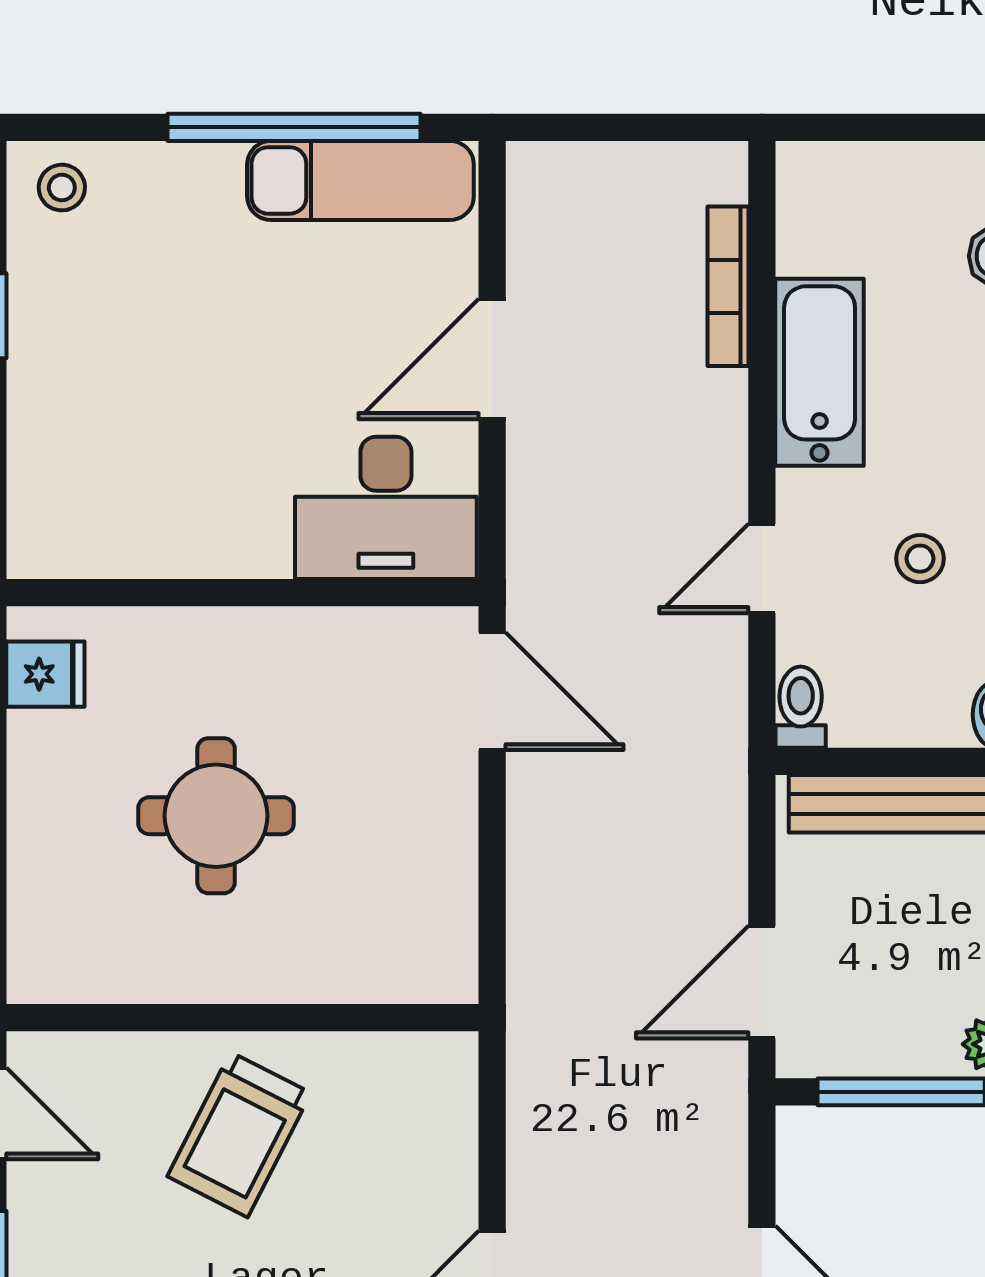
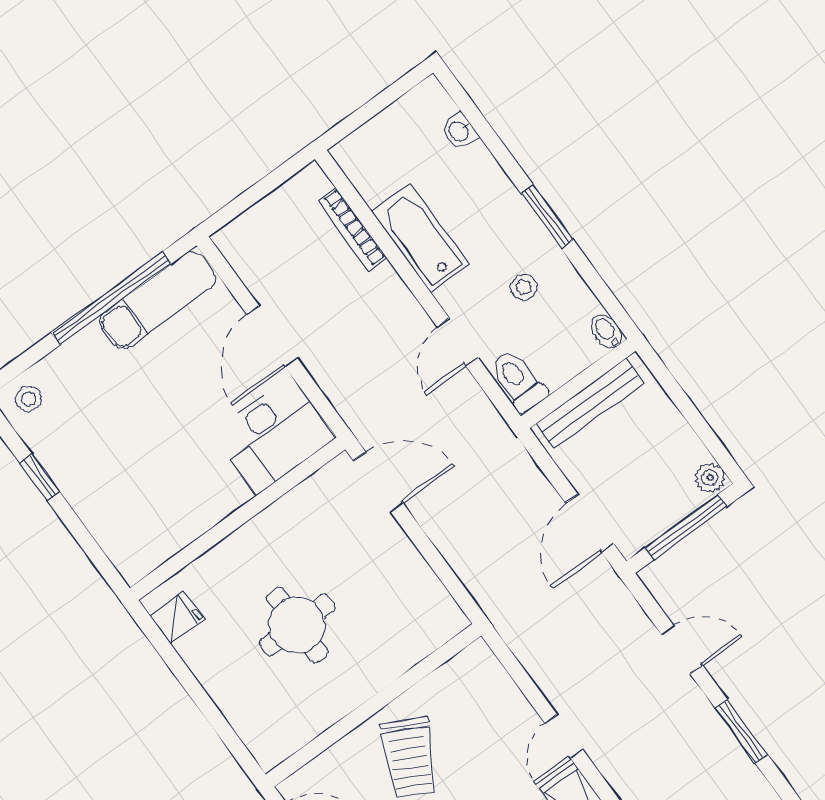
toilet: (801, 707) -> (518, 381), width x1.37, depth x1.39

